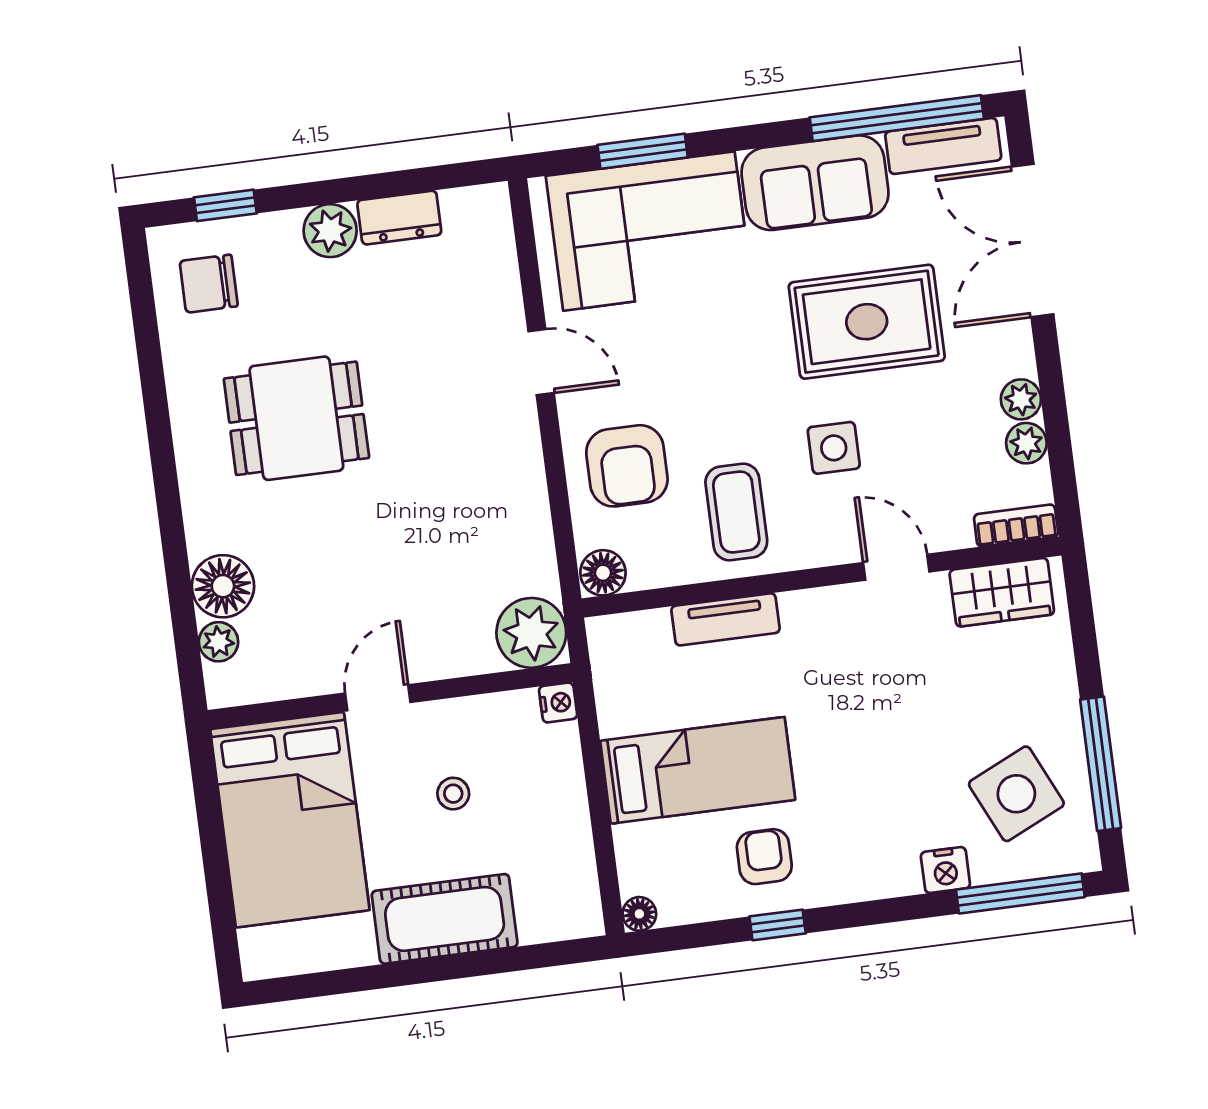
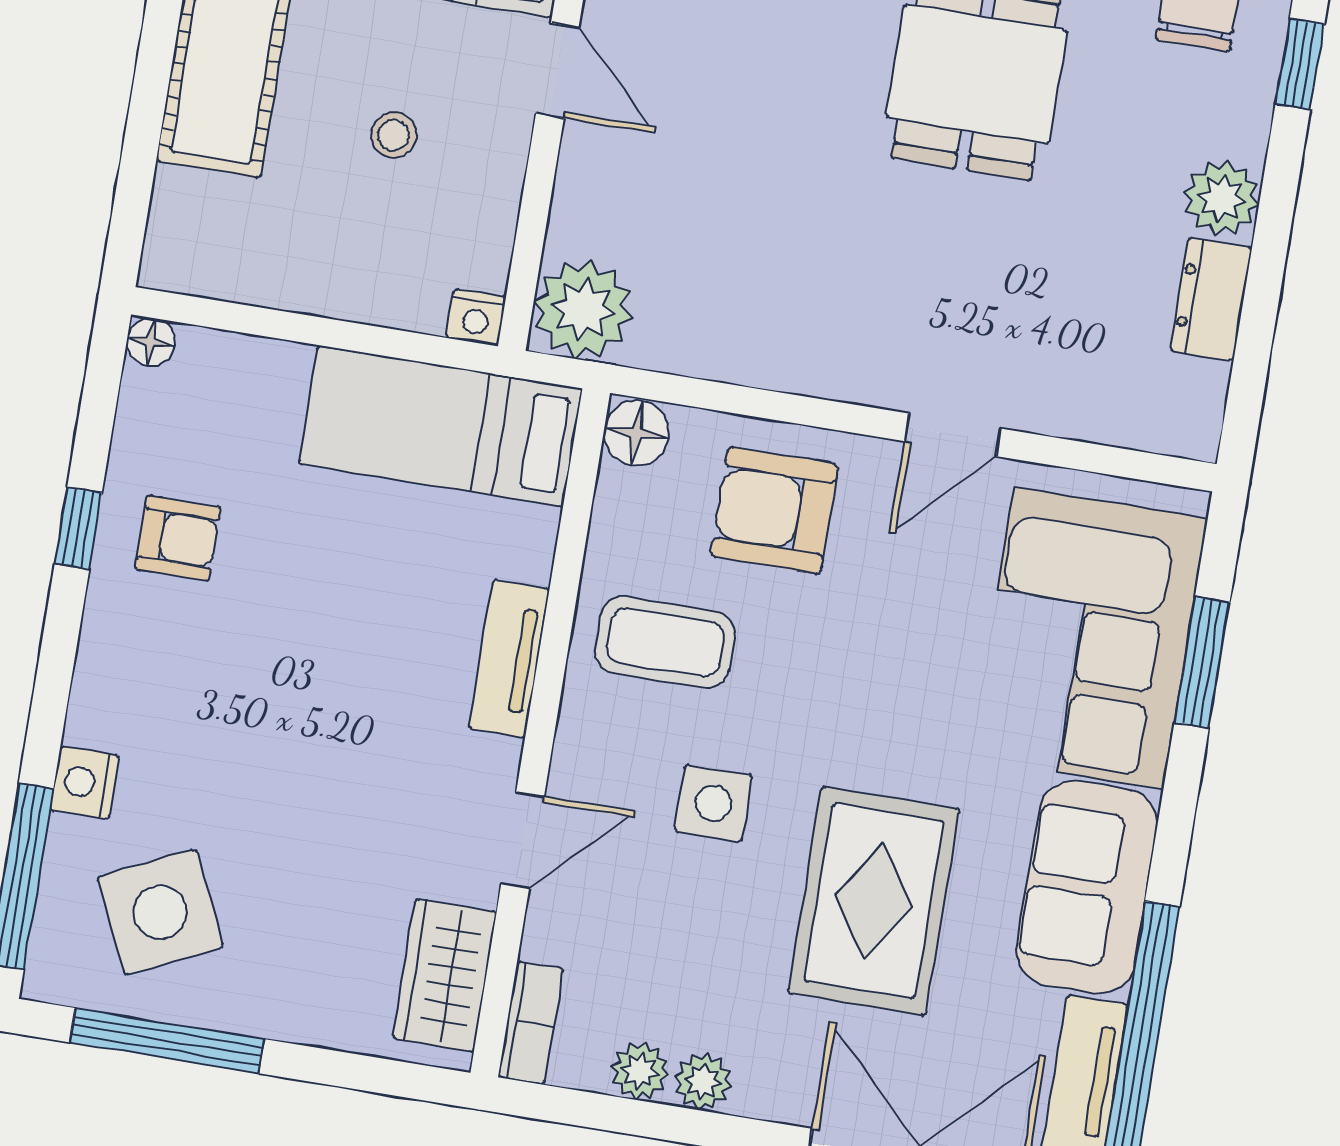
tv unit: (725, 619) -> (509, 659), moved
bed: (698, 770) -> (441, 426), moved, turned 90

